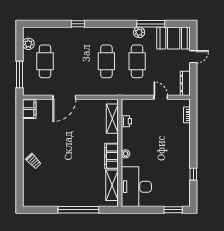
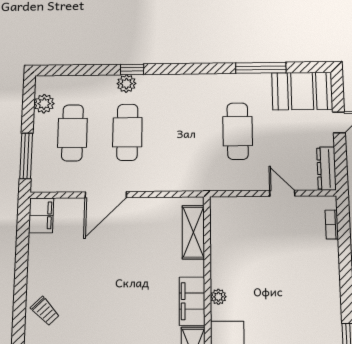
plant: (139, 32) -> (126, 84), moved
cafe table: (106, 61) -> (127, 132), moved
printer: (126, 121) -> (219, 237), removed

